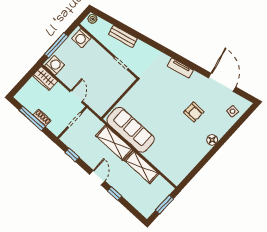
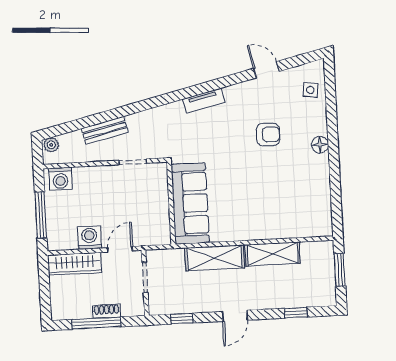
washing machine: (55, 65) -> (89, 238), moved
wardrobe: (45, 78) -> (75, 264), width x1.50
door: (222, 82) -> (266, 70), width x0.53
door: (76, 96) -> (120, 249), hinge flipped
sofa: (131, 130) -> (190, 203), moved, turned 90
door: (97, 178) -> (235, 316), swing flipped
window: (115, 194) -> (296, 313), moved

